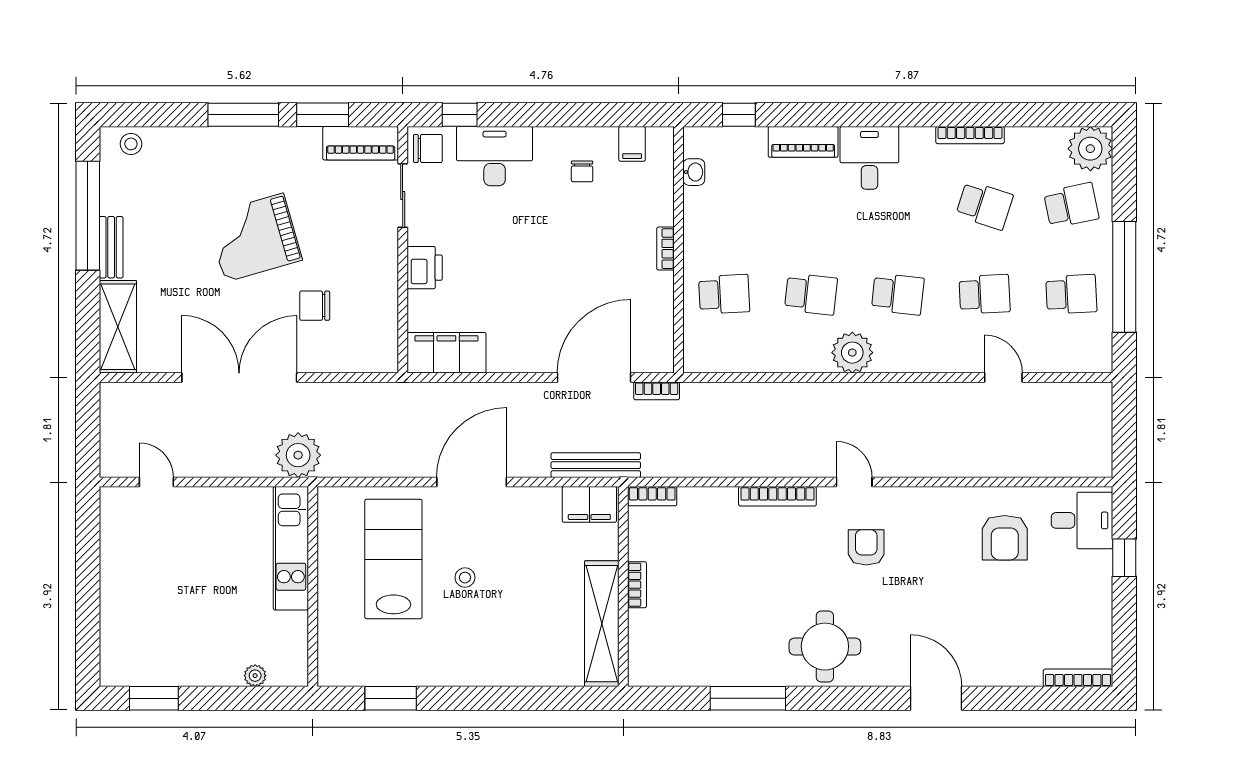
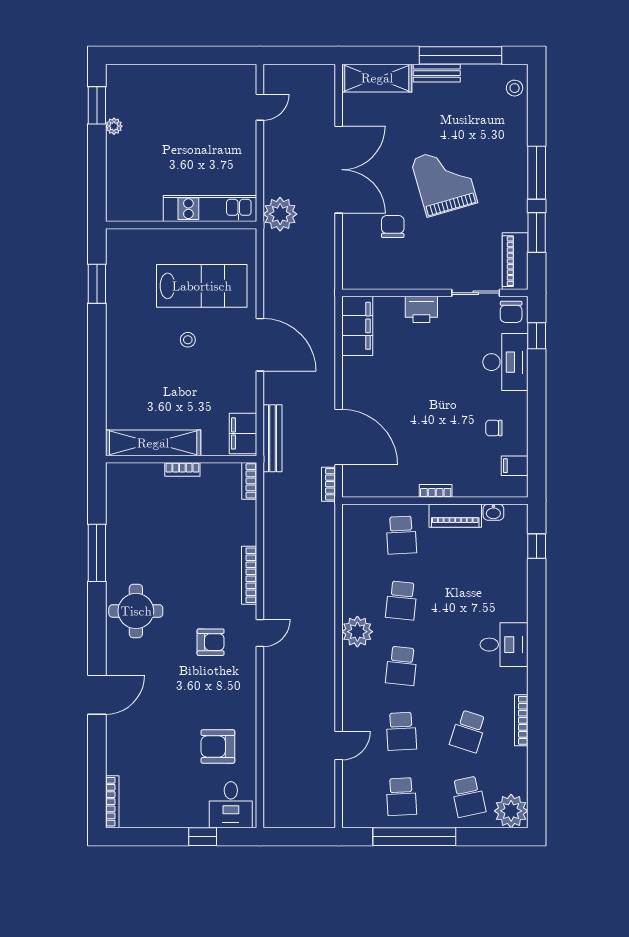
piano: (803, 142) -> (455, 516), moved, turned -90
plant: (255, 676) -> (114, 126), moved

